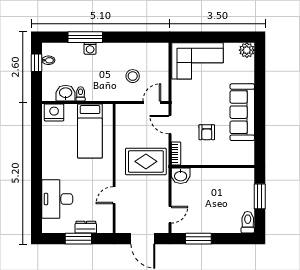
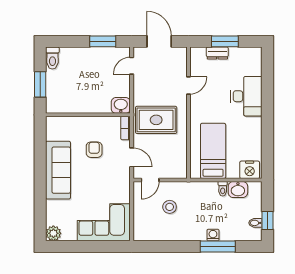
desk: (57, 199) -> (246, 96), moved

